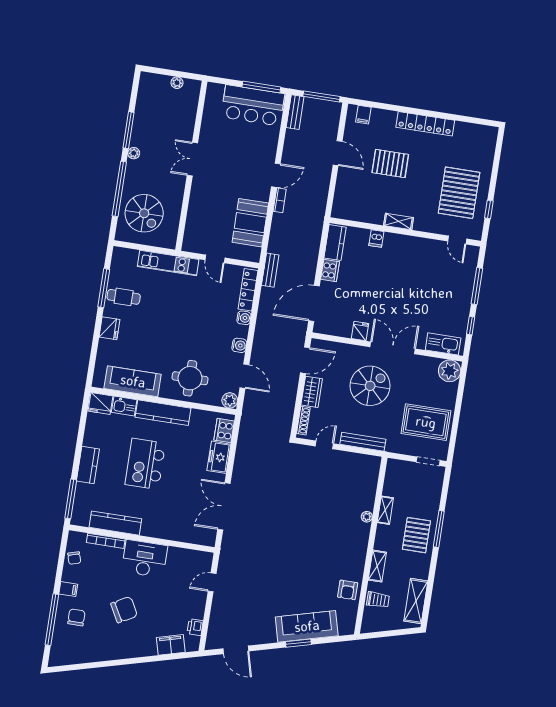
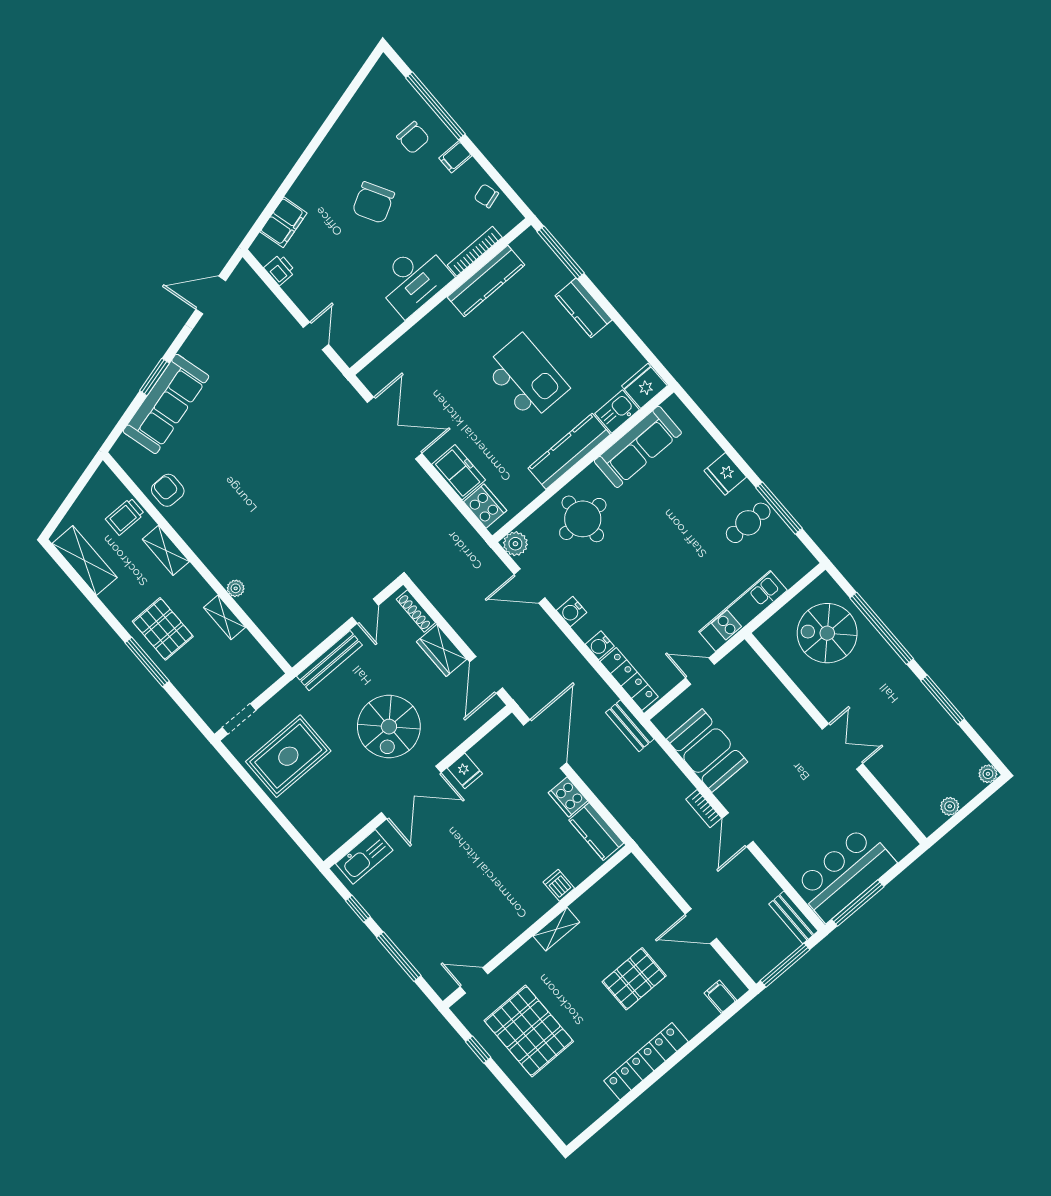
plant: (134, 153) -> (988, 774), moved
plant: (450, 371) -> (325, 837), removed

